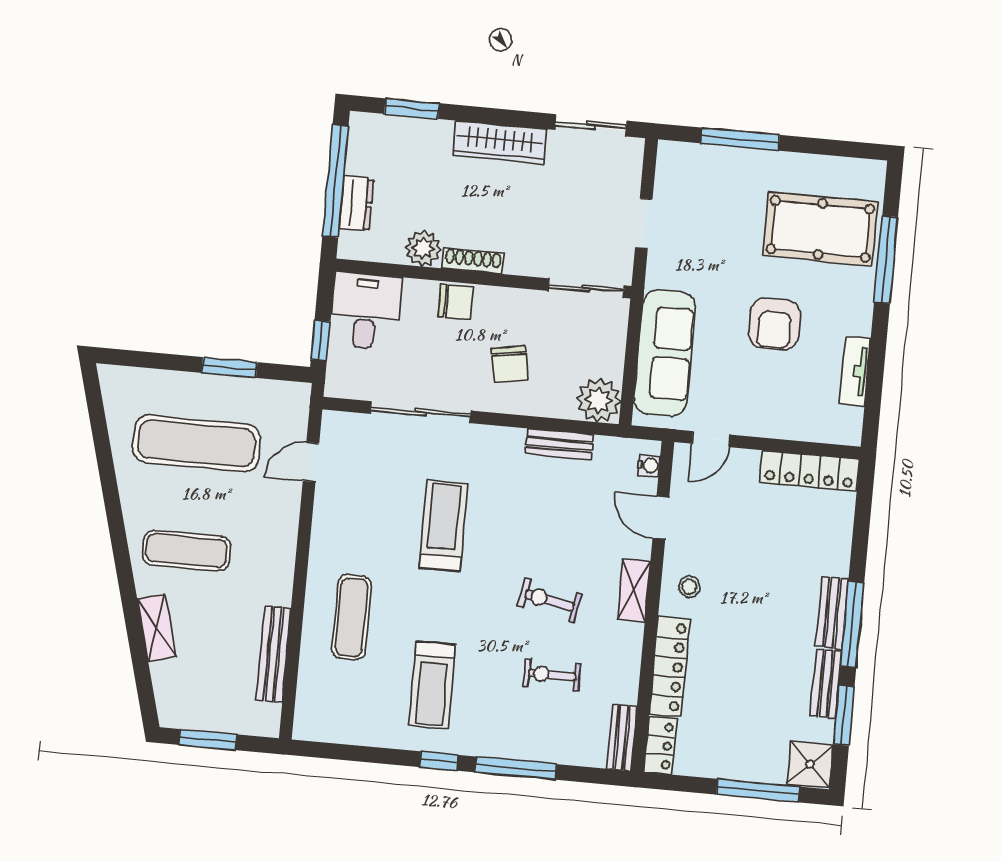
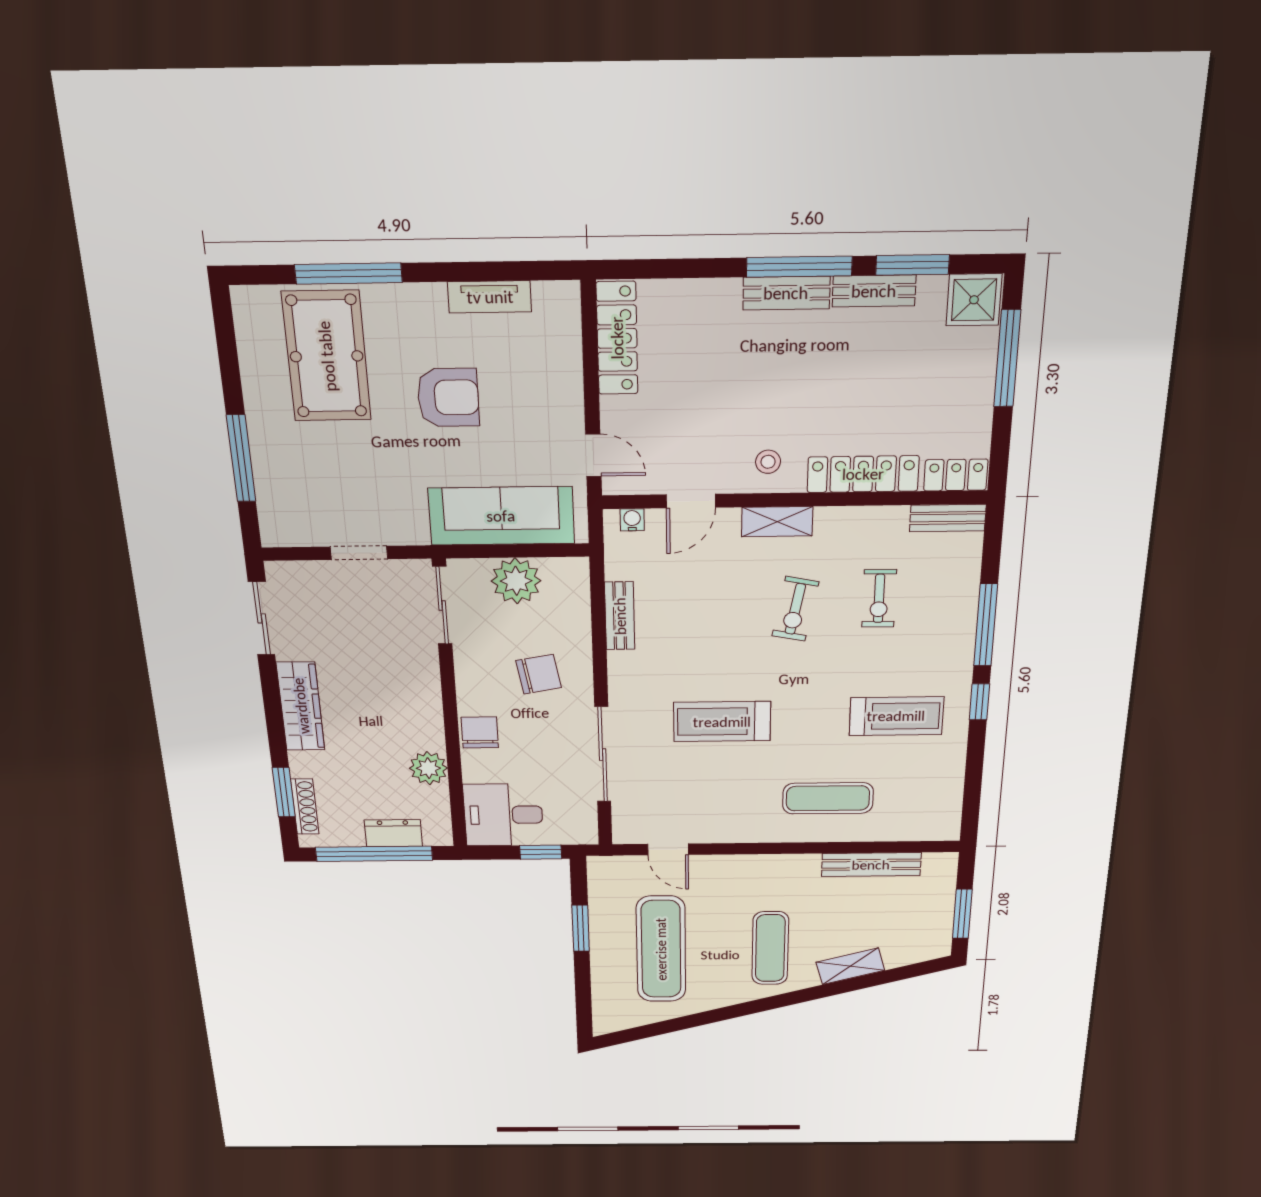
shoe rack: (473, 261) -> (305, 807), moved, turned 180
plant: (599, 400) -> (516, 581), moved

